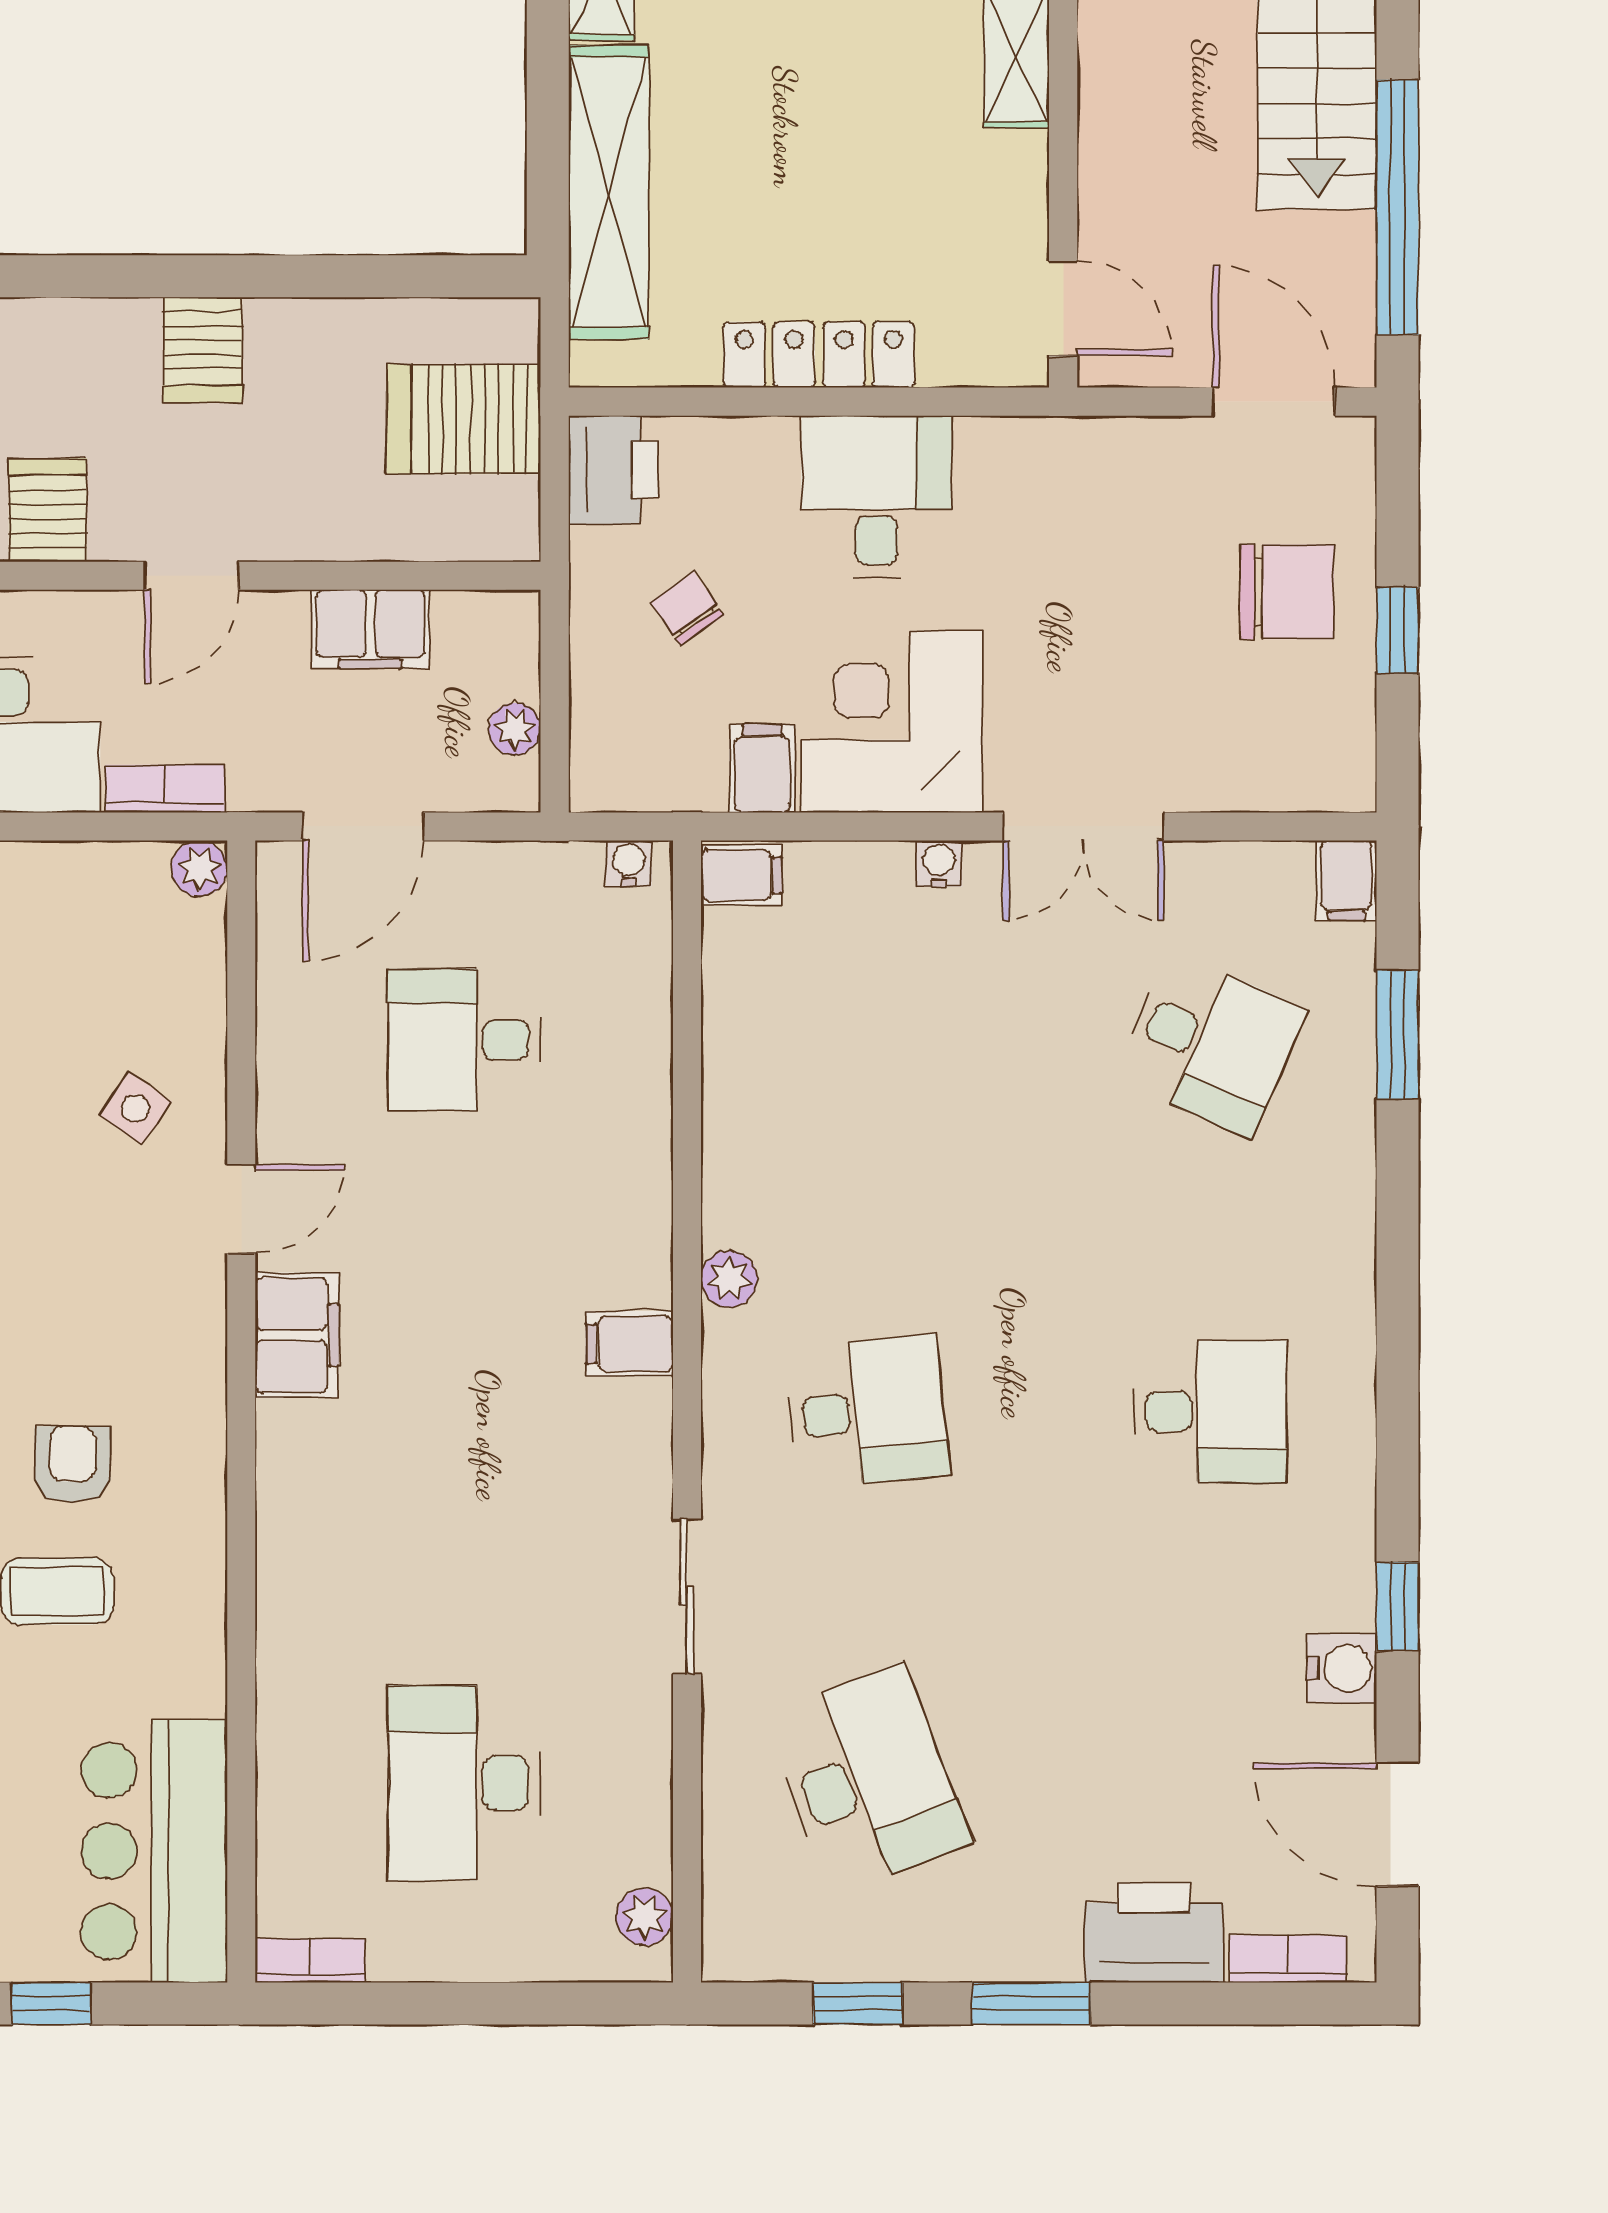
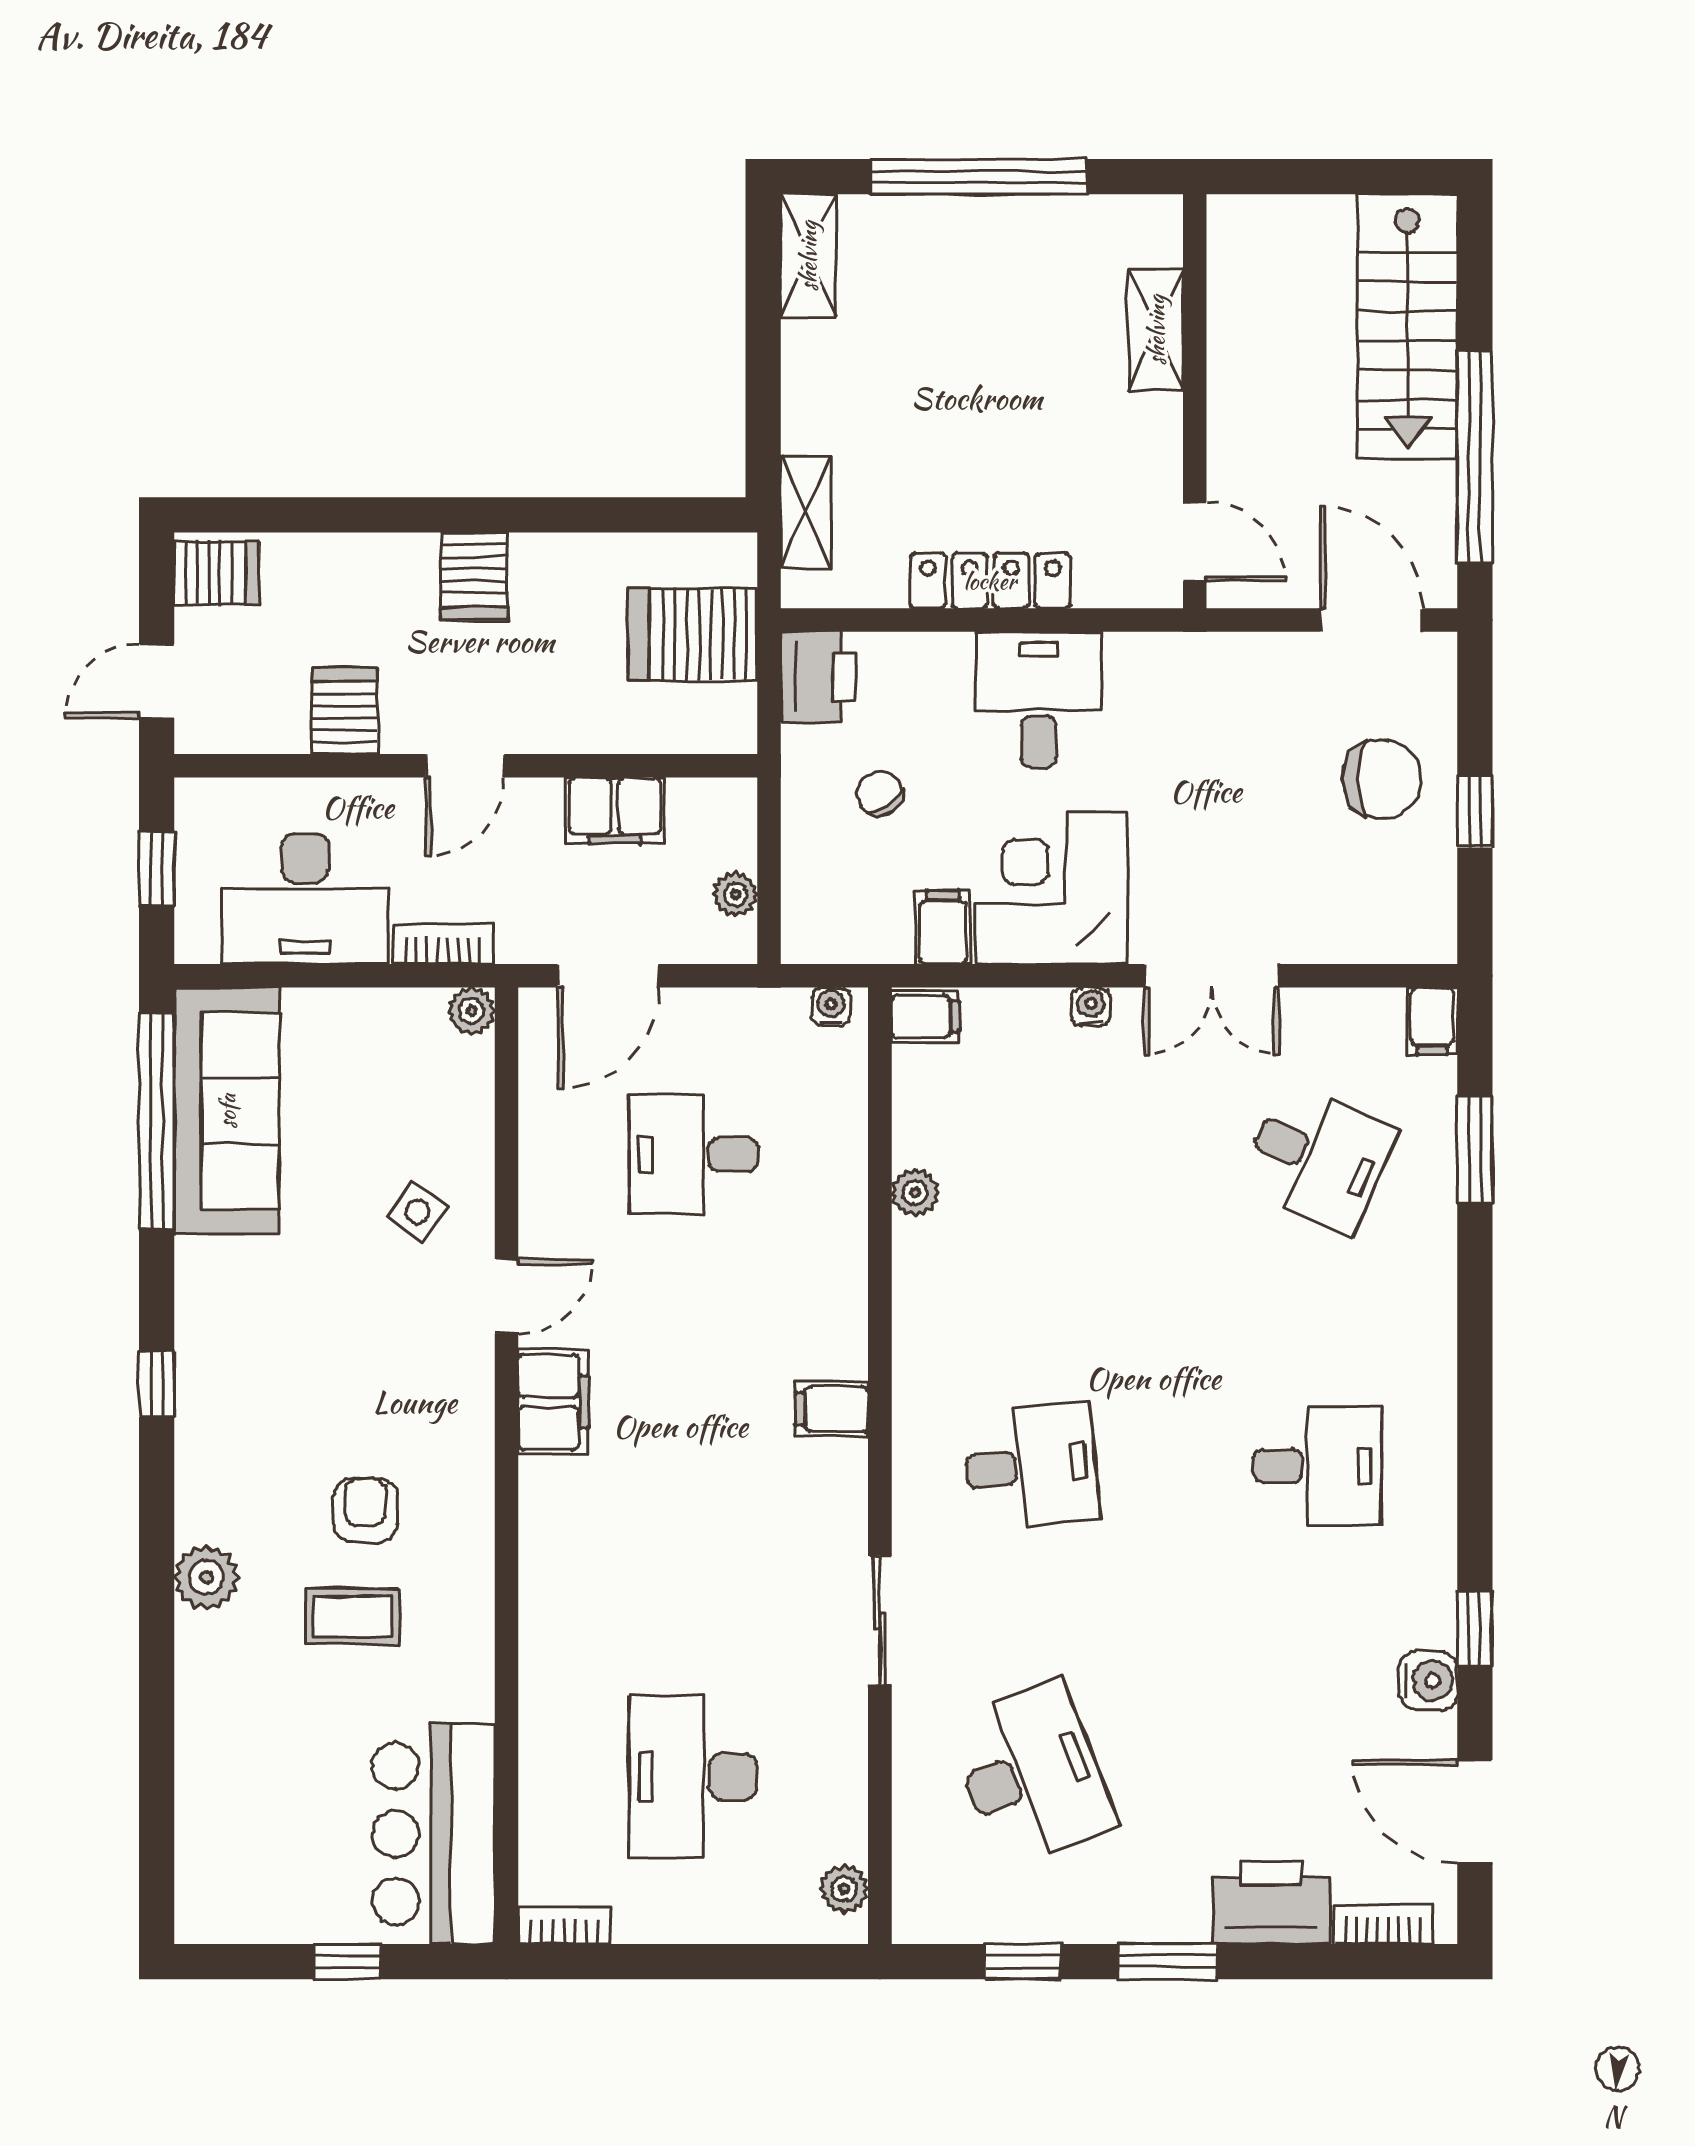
shelving: (609, 192) -> (806, 512), width x0.45, depth x0.75
plant: (729, 1279) -> (915, 1193), moved

